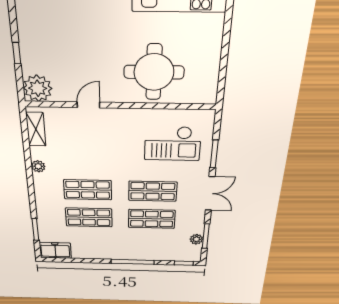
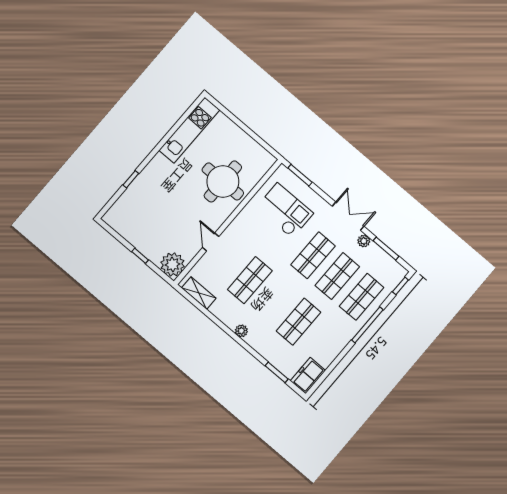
checkout: (173, 144) -> (285, 210), turned -90
window: (214, 154) -> (300, 175), moved
plant: (38, 166) -> (241, 331), moved
shop shelf: (88, 190) -> (250, 280), moved
plant: (196, 239) -> (364, 241), moved
shop shelf: (151, 245) -> (362, 297), added

